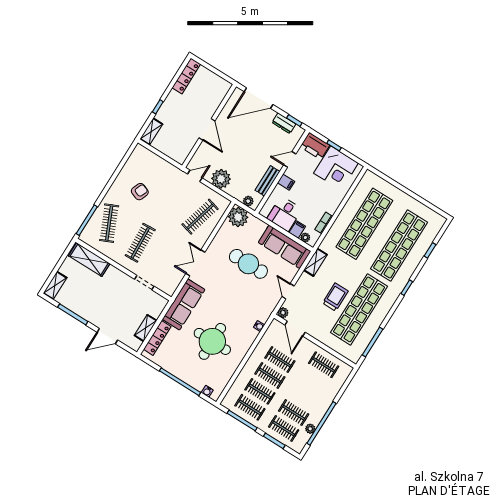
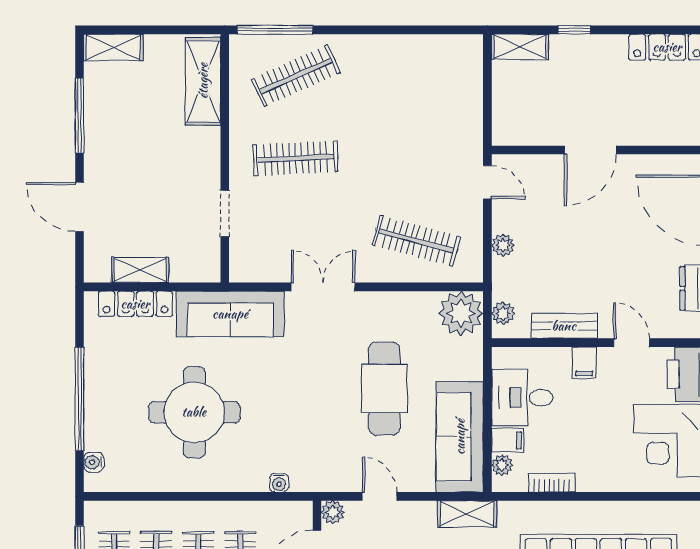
plant: (221, 179) -> (503, 245), width x0.53, depth x0.53
armchair: (140, 192) -> (392, 97), removed
door: (288, 291) -> (380, 496), hinge flipped

